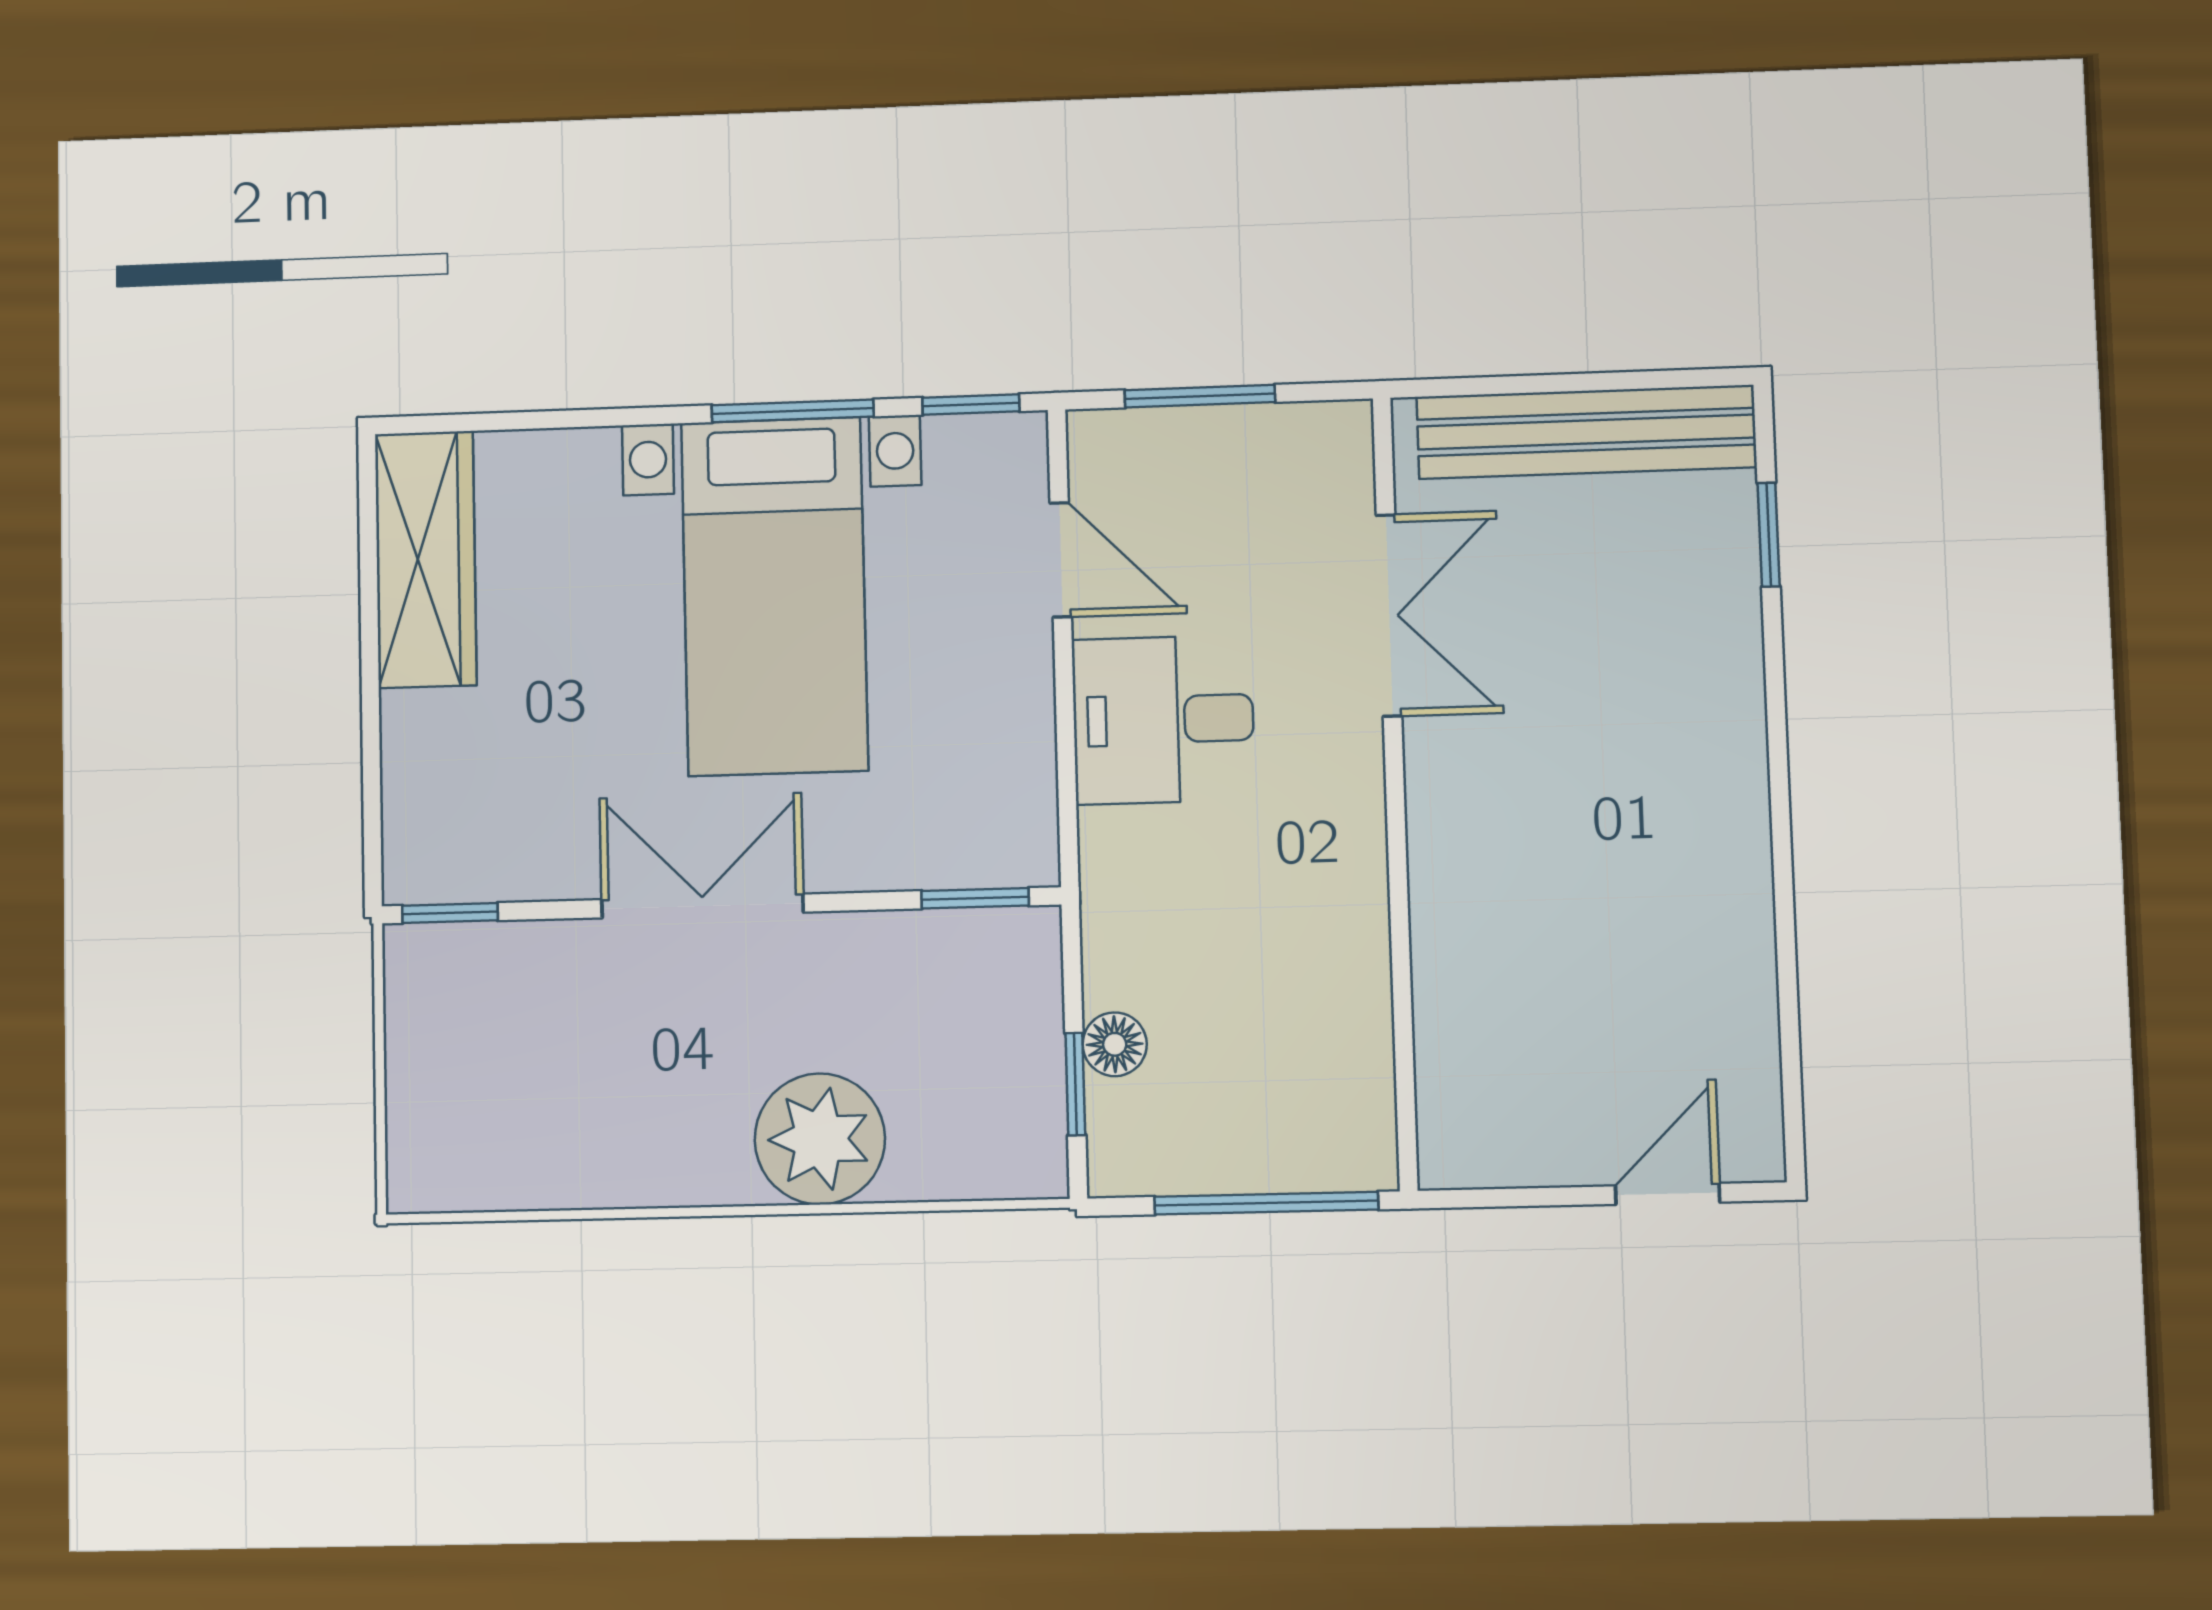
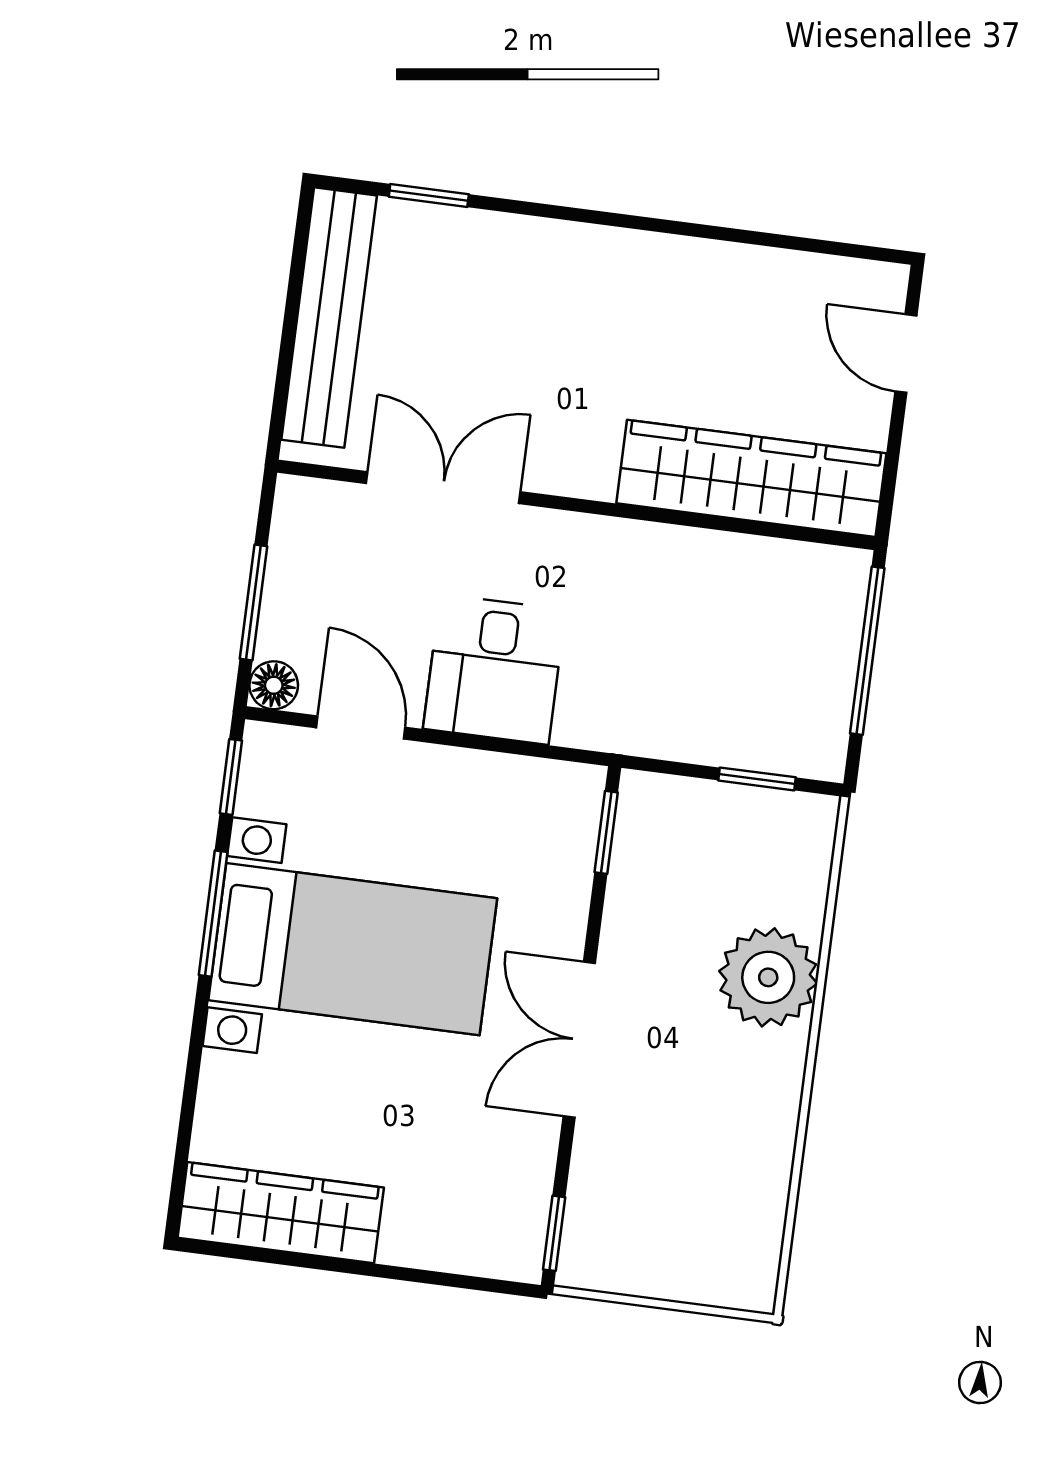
door: (1061, 560) -> (361, 727), hinge flipped
wardrobe: (1468, 1015) -> (751, 478), added
floor lamp: (1115, 1044) -> (274, 685), moved

